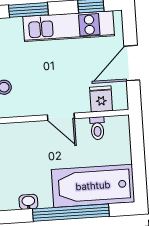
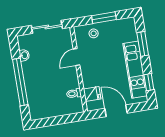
door: (61, 117) -> (77, 57), moved
bathtub: (93, 186) -> (38, 94), removed

